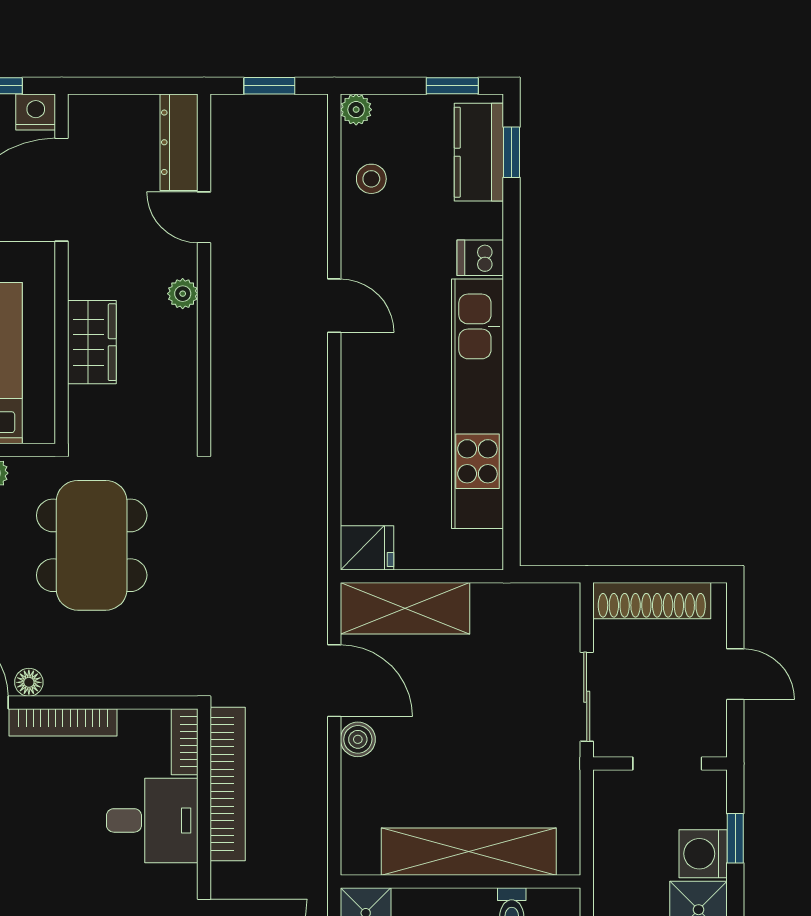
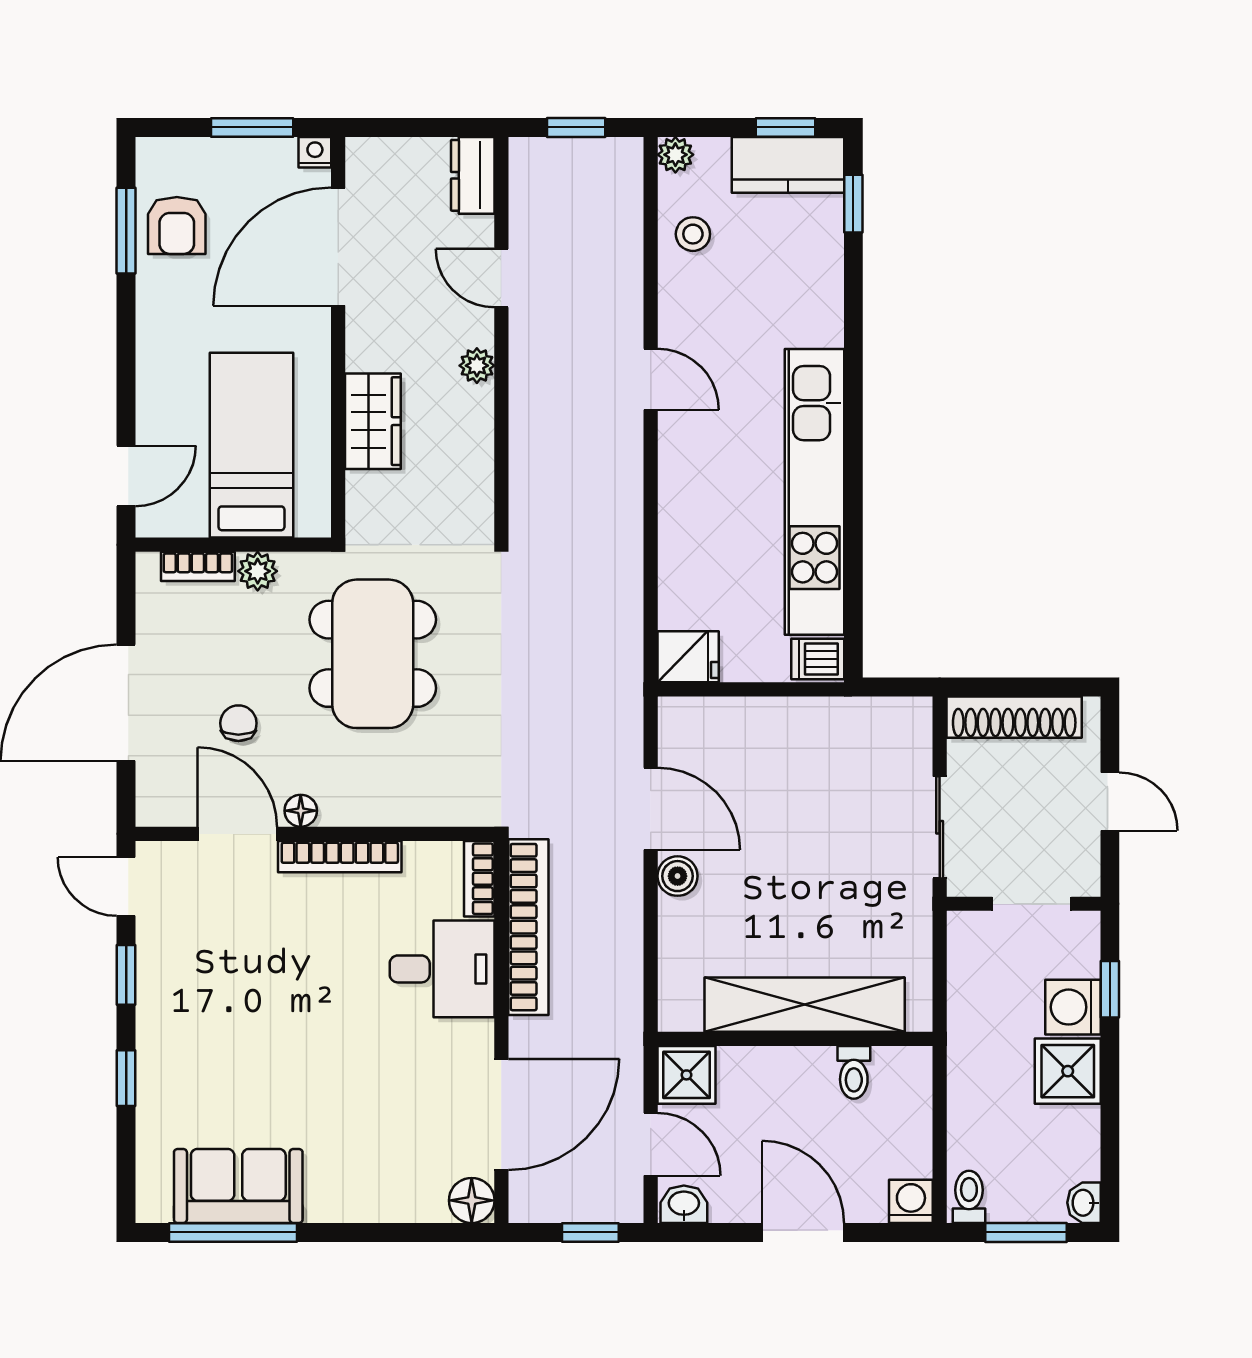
nightstand: (36, 112) -> (315, 152), width x0.72, depth x0.74
dresser: (179, 142) -> (473, 175), width x0.70
kitchen counter: (479, 152) -> (788, 165), moved, turned -90
dishwasher: (480, 258) -> (818, 659), moved
shelving: (405, 608) -> (732, 726), removed

